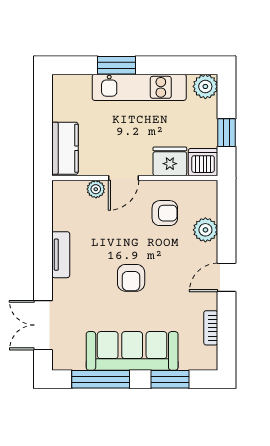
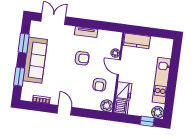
window: (116, 65) -> (174, 71), removed
window: (227, 133) -> (147, 121), moved
plant: (205, 230) -> (107, 106), moved
armchair: (131, 278) -> (82, 58), moved, turned 180
window: (101, 379) -> (24, 43), width x0.69

